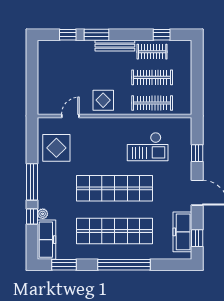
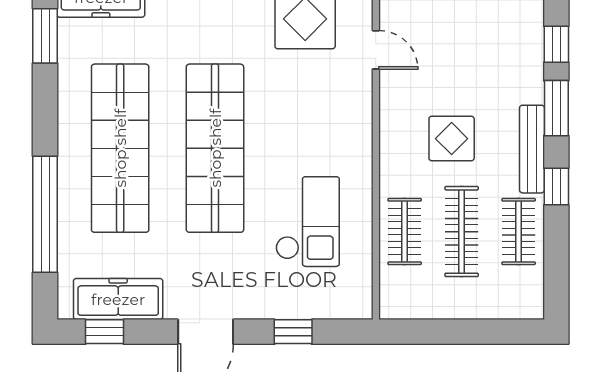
window: (162, 35) -> (556, 187), moved
display table: (103, 100) -> (452, 139), moved
clothes rail: (152, 103) -> (405, 232), width x0.73
checkout: (148, 147) -> (308, 222), turned 180
window: (124, 265) -> (45, 214), moved

